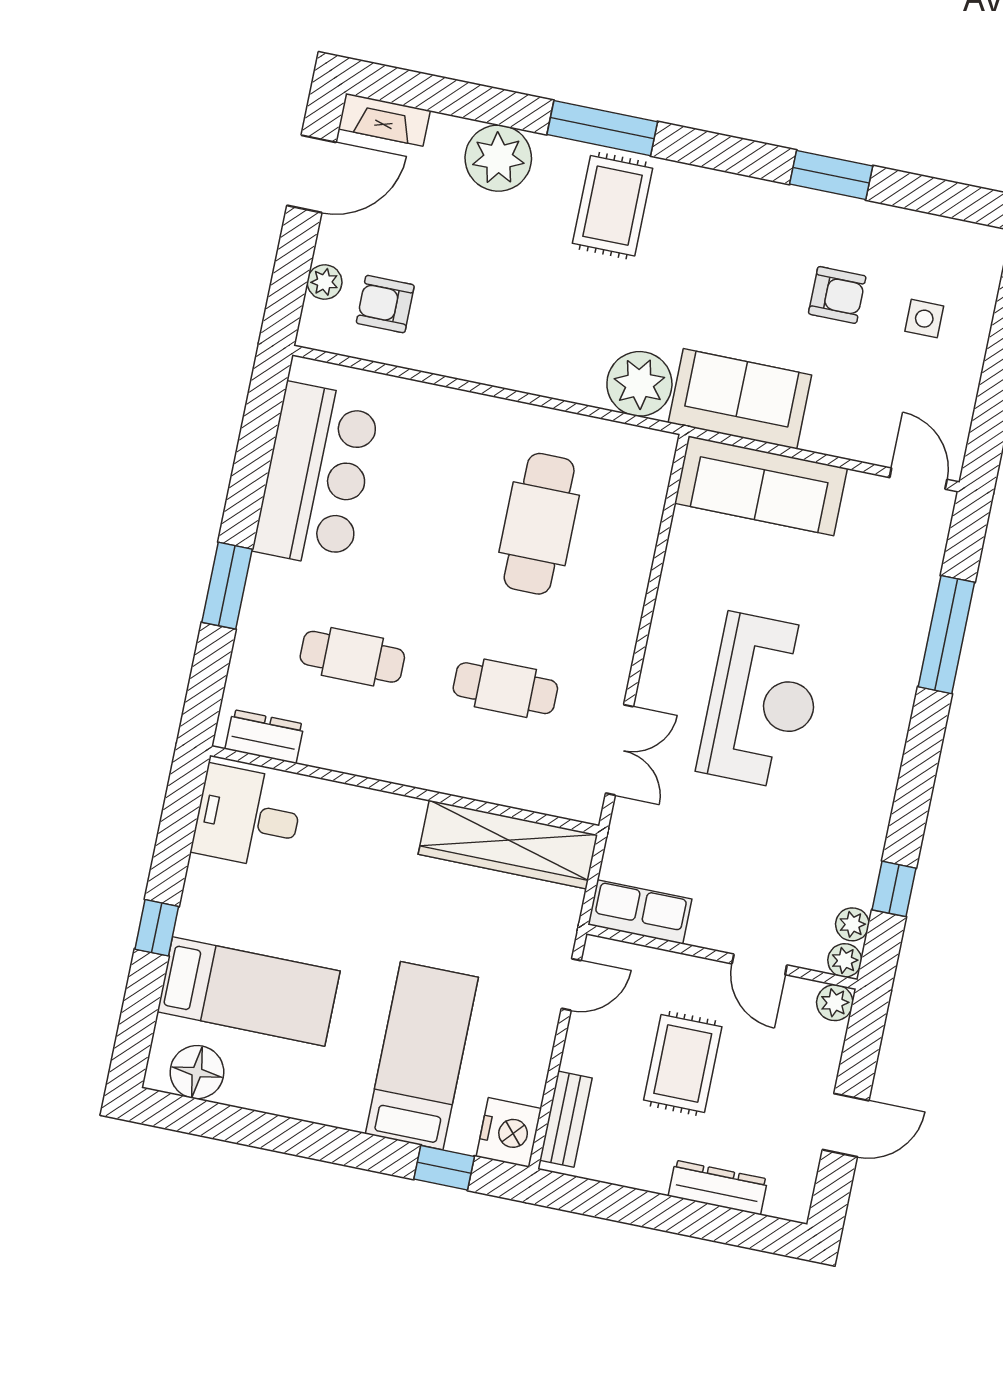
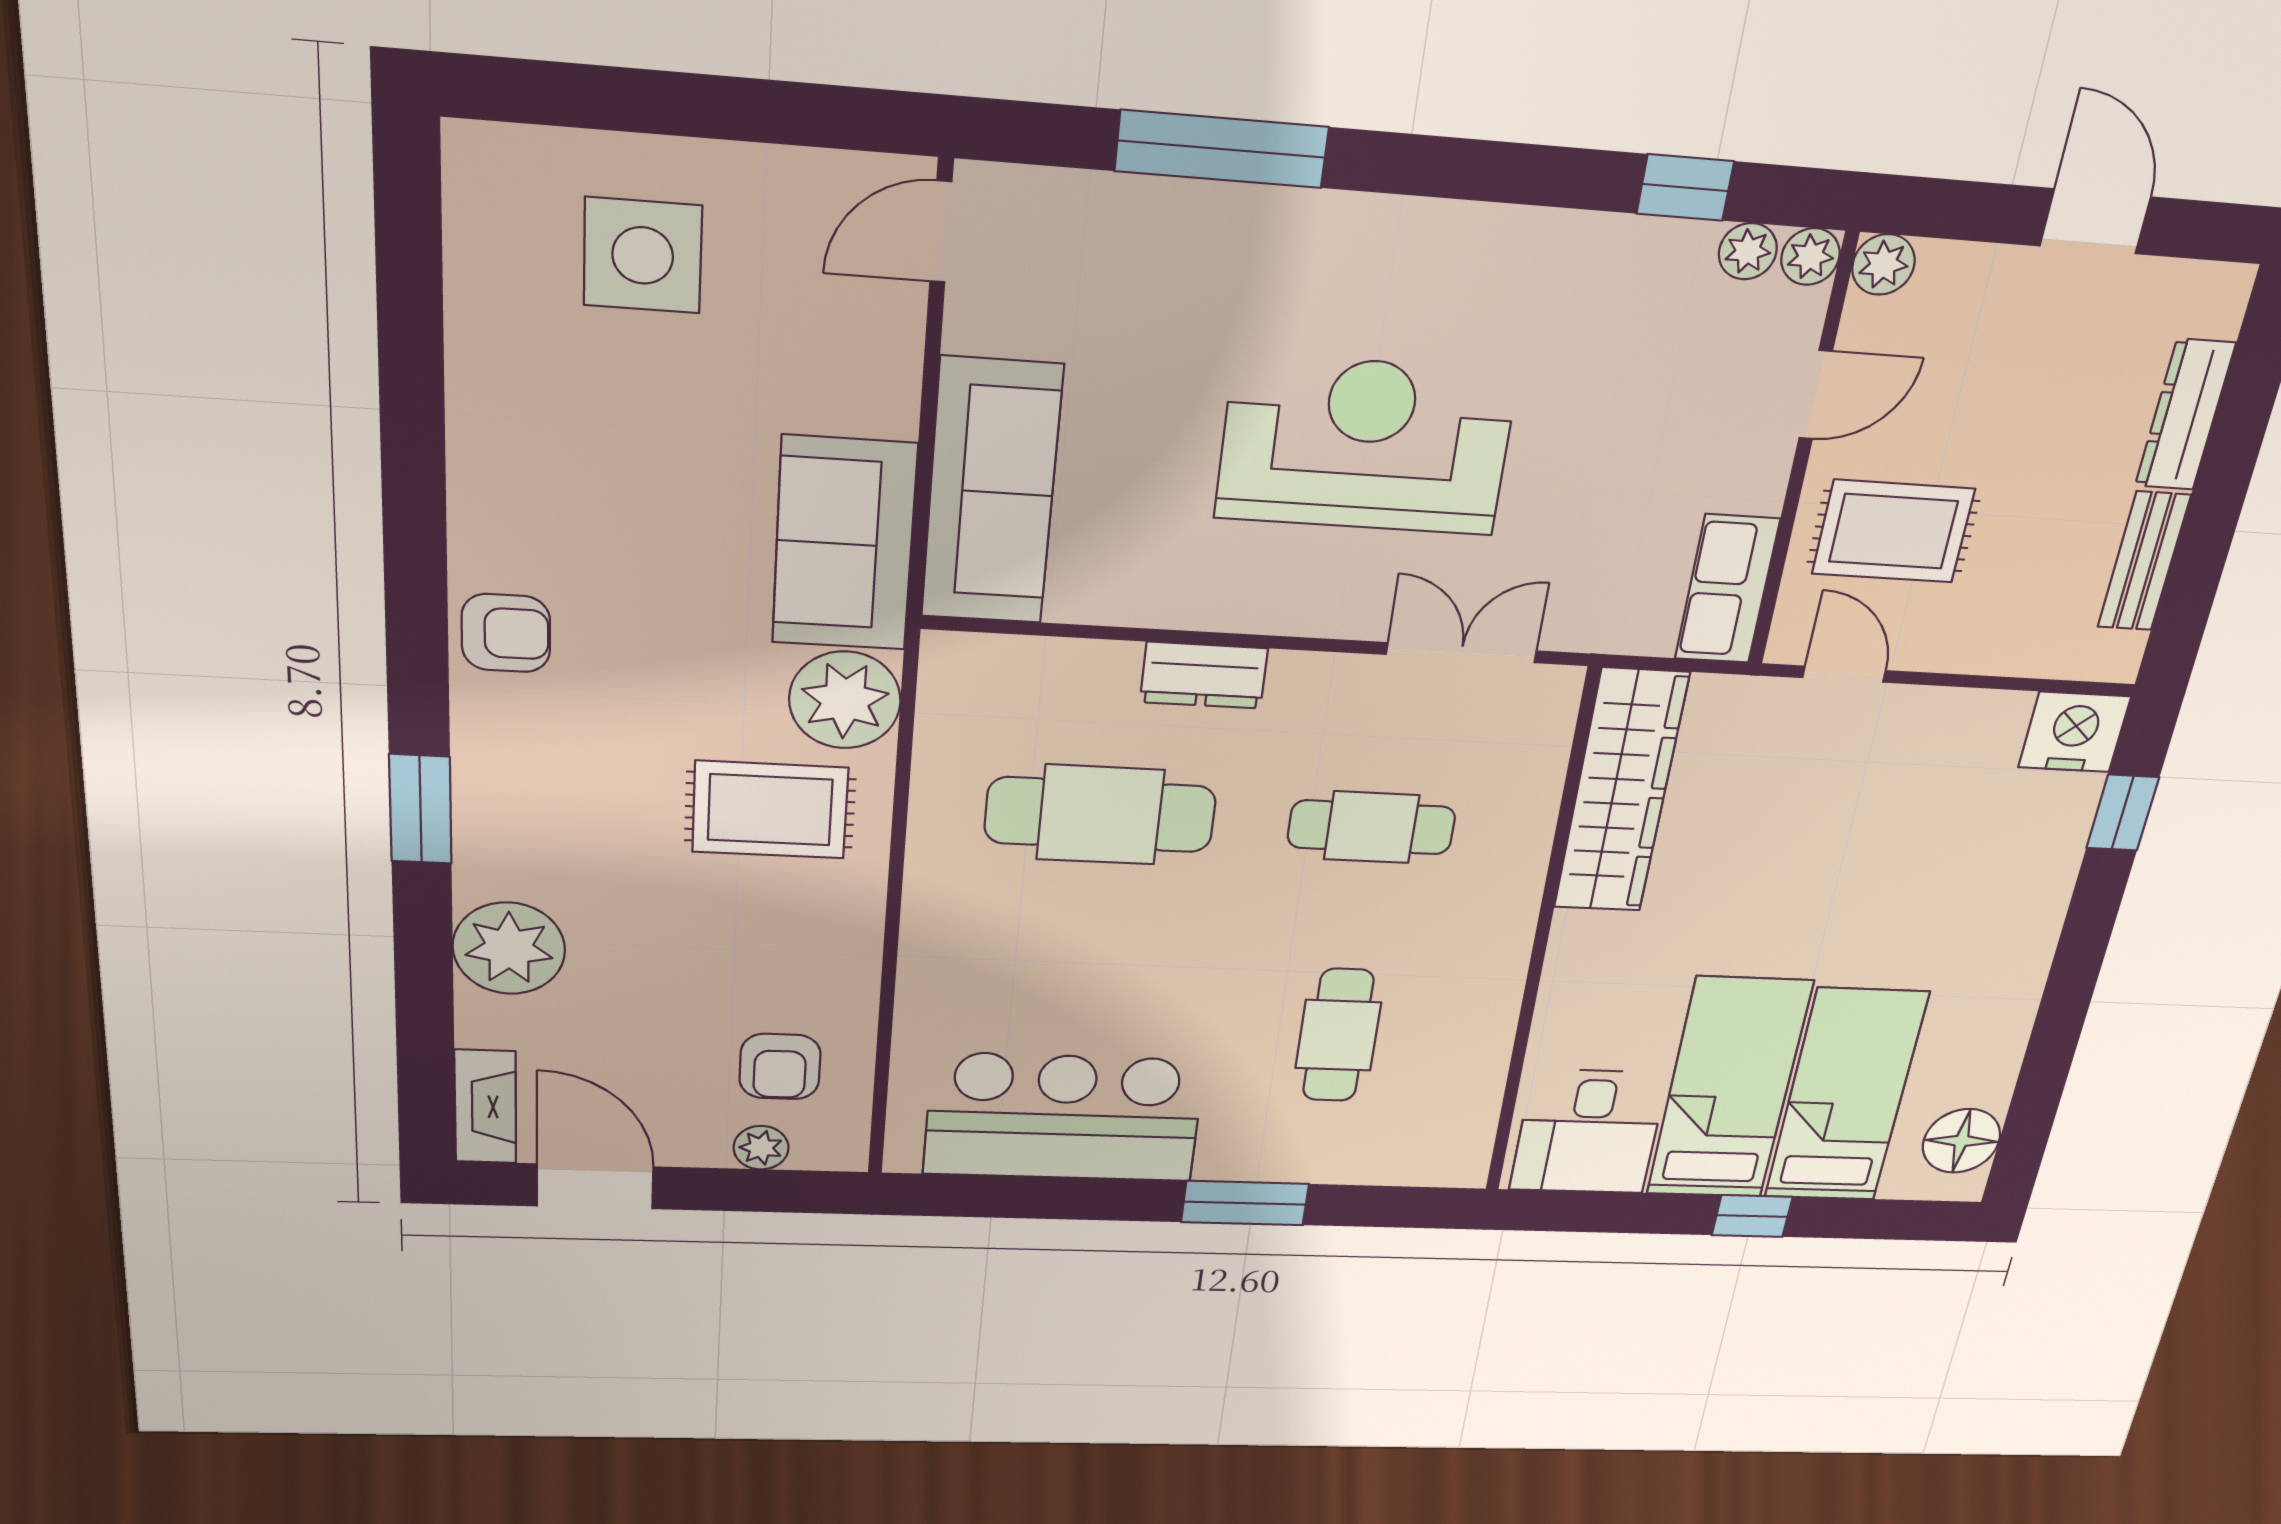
window: (602, 128) -> (420, 809), width x0.69
window: (831, 175) -> (413, 445), removed
rug: (613, 206) -> (770, 810), moved
armchair: (837, 295) -> (506, 633), moved, turned 90
side table: (924, 319) -> (643, 255), width x1.87, depth x1.87
cafe table: (505, 688) -> (1371, 827), turned 90
dresser: (265, 737) -> (1204, 675), moved, turned -90
bed: (422, 1056) -> (1729, 1089), moved, turned 90
rug: (683, 1063) -> (1893, 531), moved
bench: (566, 1119) -> (2144, 561), moved, turned 90

